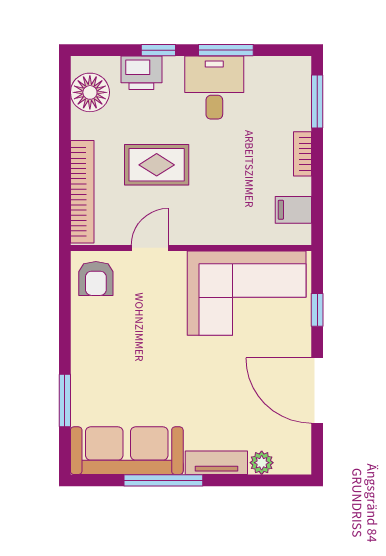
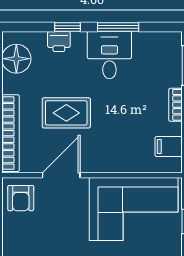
printer: (141, 73) -> (59, 41), width x0.73, depth x0.81
door: (150, 248) -> (61, 175), width x1.38

